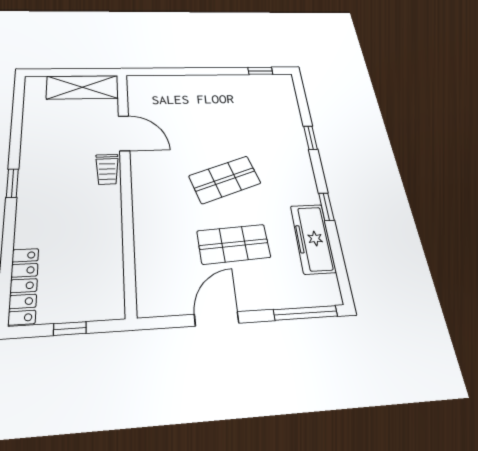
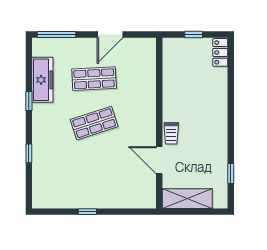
window: (260, 71) -> (87, 212), moved
trolley: (107, 169) -> (171, 133), turned 180
window: (12, 183) -> (231, 174), moved
locker: (24, 286) -> (220, 52), width x0.66

